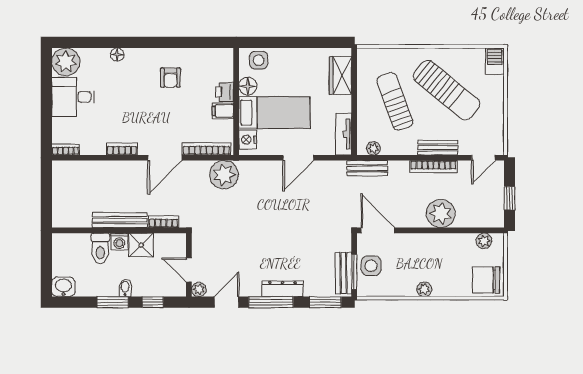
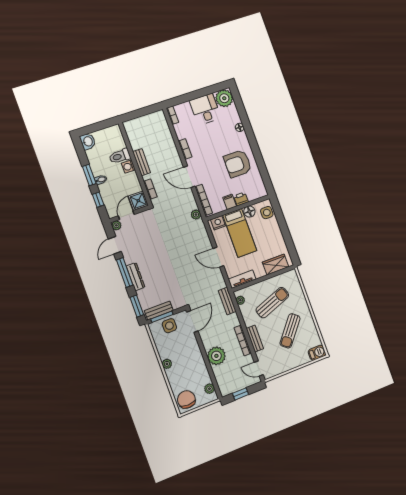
armchair: (171, 78) -> (238, 164), width x1.88, depth x1.88
sun lounger: (447, 90) -> (290, 331), width x0.73, depth x0.75
plant: (224, 175) -> (196, 215), width x0.53, depth x0.53
bench: (120, 220) -> (142, 162), width x0.73
shower: (141, 245) -> (138, 201), moved
door: (227, 302) -> (115, 245), swing flipped

